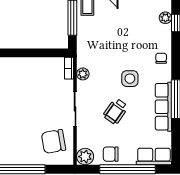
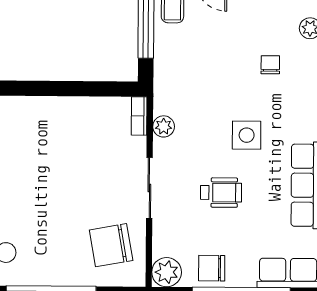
chair: (161, 58) -> (270, 65), moved
wheelchair: (116, 111) -> (221, 193), turned -125

